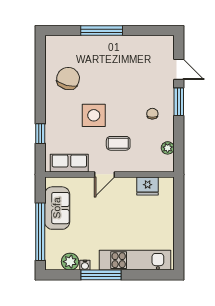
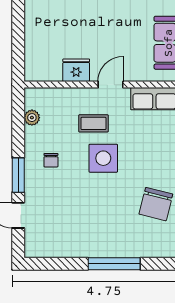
side table: (94, 115) -> (103, 158), moved
fridge: (148, 186) -> (76, 70), moved

